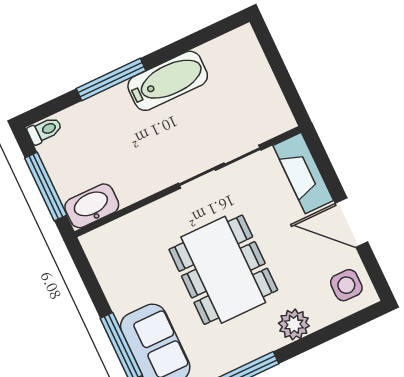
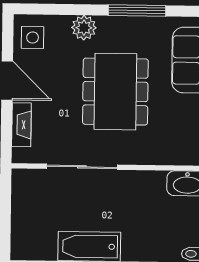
fireplace: (303, 173) -> (21, 125), width x0.73, depth x0.76

